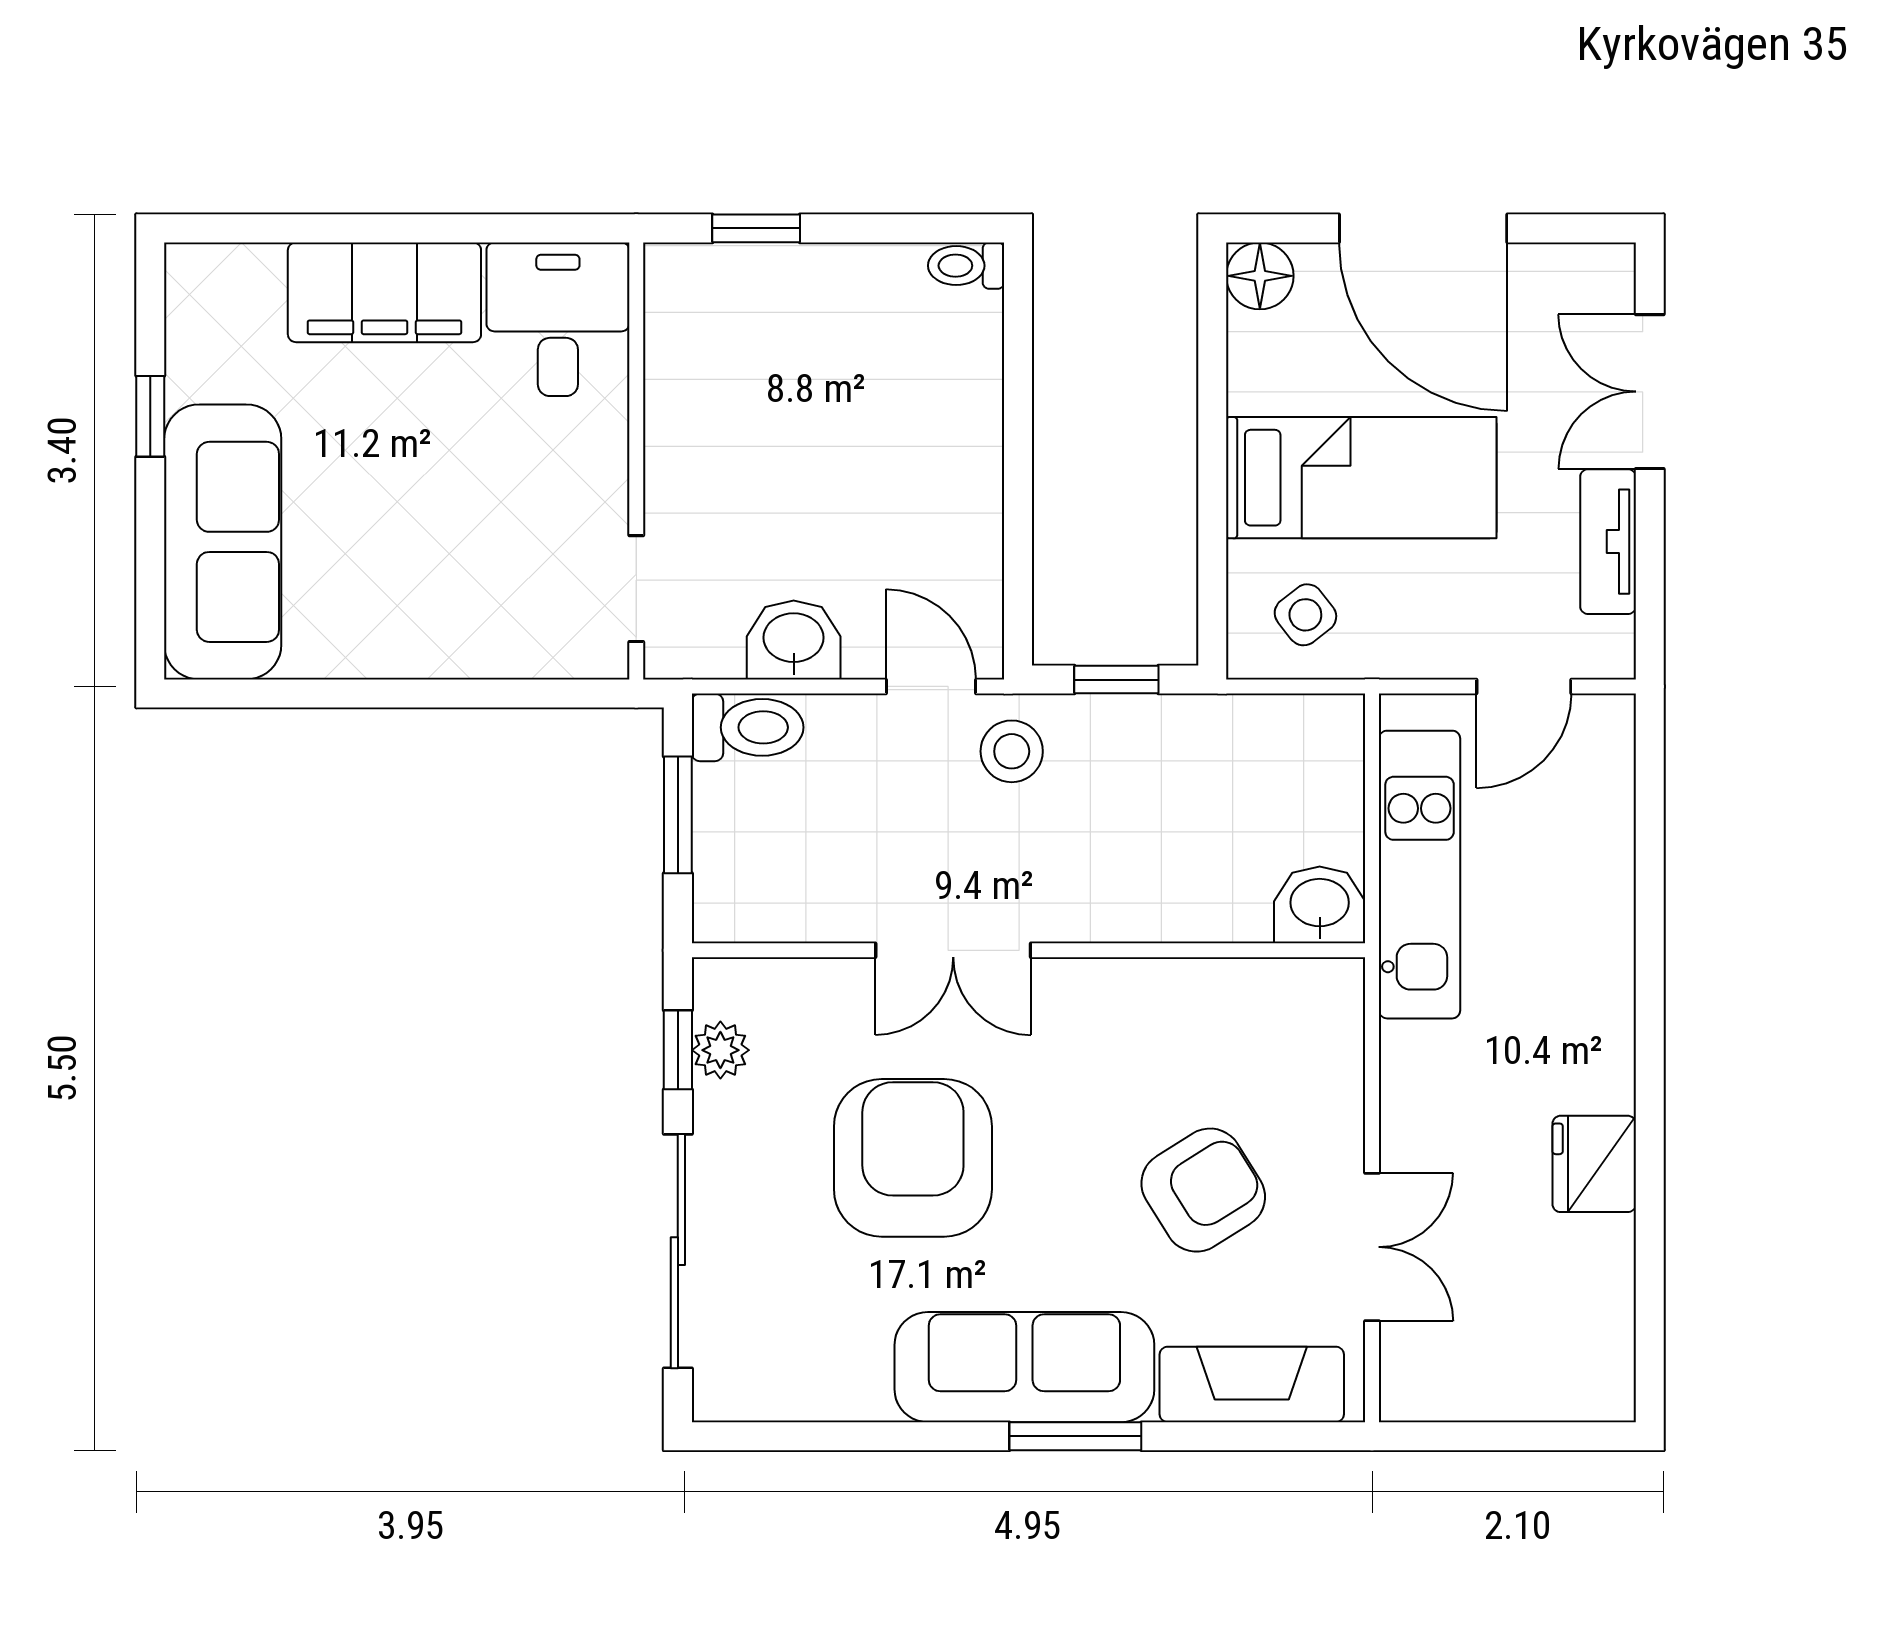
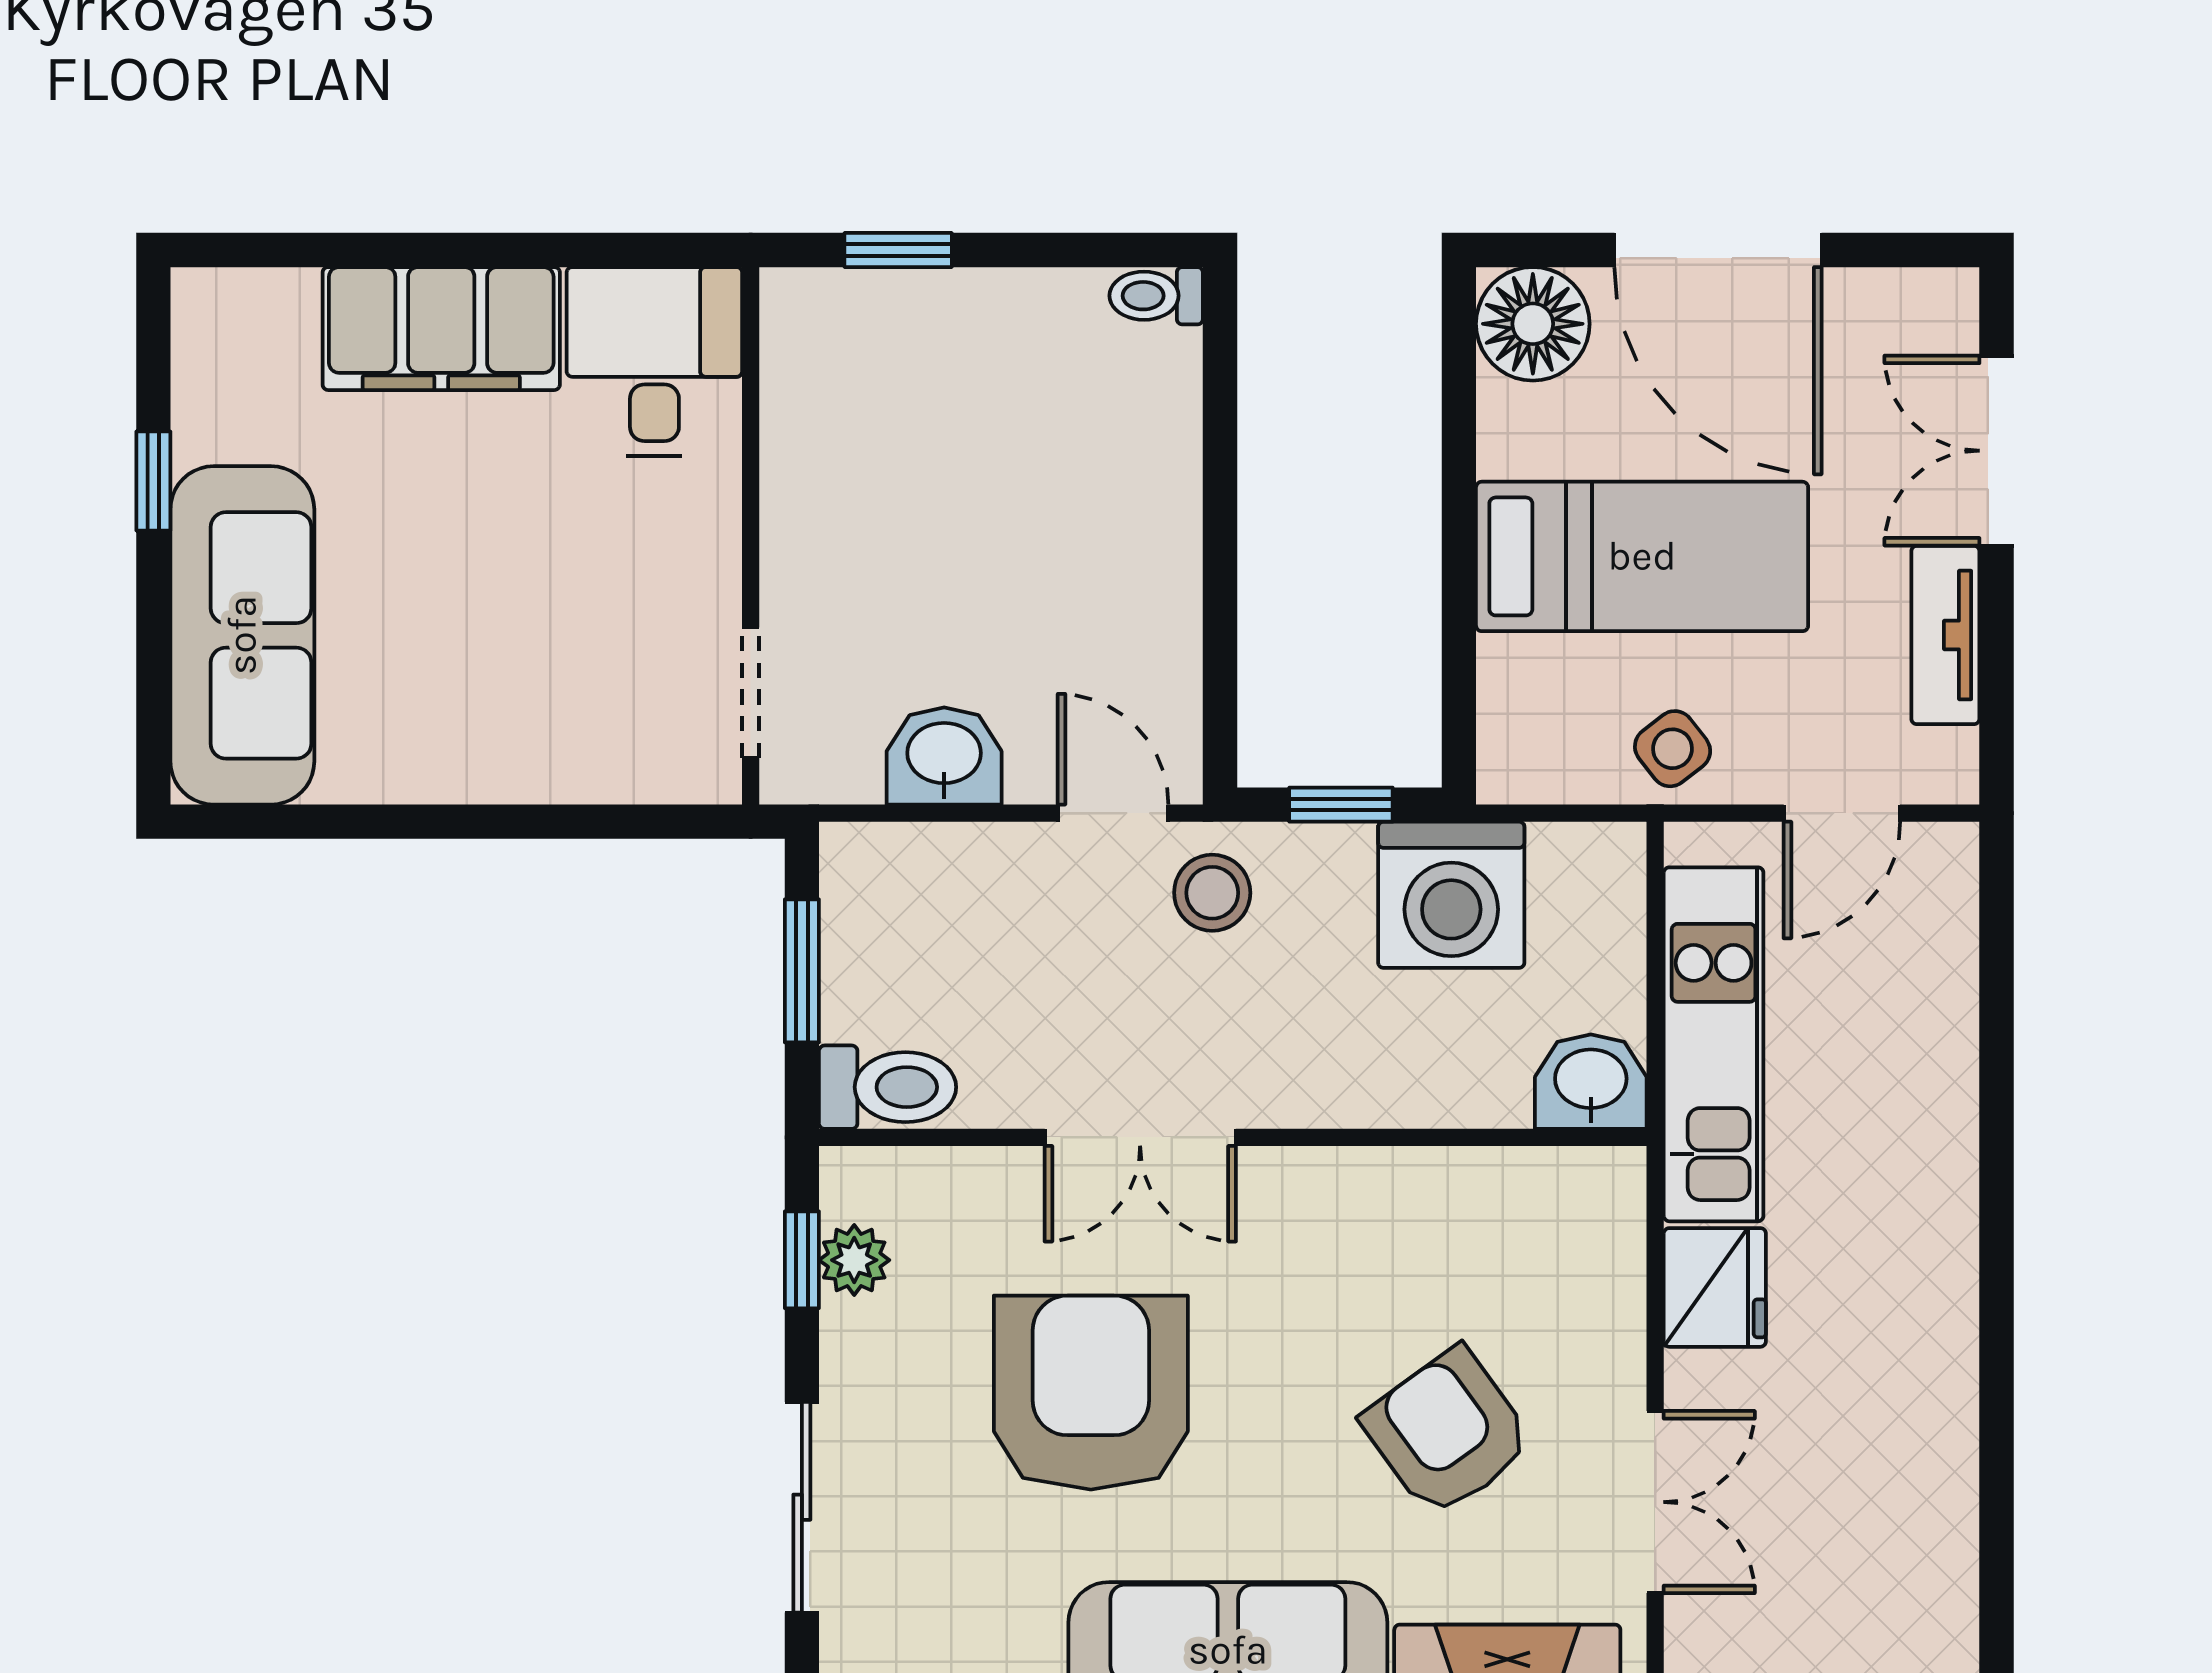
floor lamp: (1260, 276) -> (1533, 324), width x1.38, depth x1.38
side table: (1305, 615) -> (1673, 749), moved
toilet: (748, 727) -> (888, 1087), moved
washing machine: (1206, 753) -> (1451, 895), added
fridge: (1594, 1164) -> (1715, 1287), moved, turned 180
armchair: (1203, 1190) -> (1448, 1432), turned -94
sliding door: (678, 1251) -> (802, 1507), width x0.73

